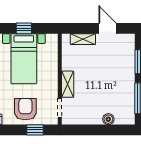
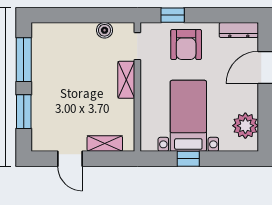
boiler: (108, 119) -> (105, 30), moved

